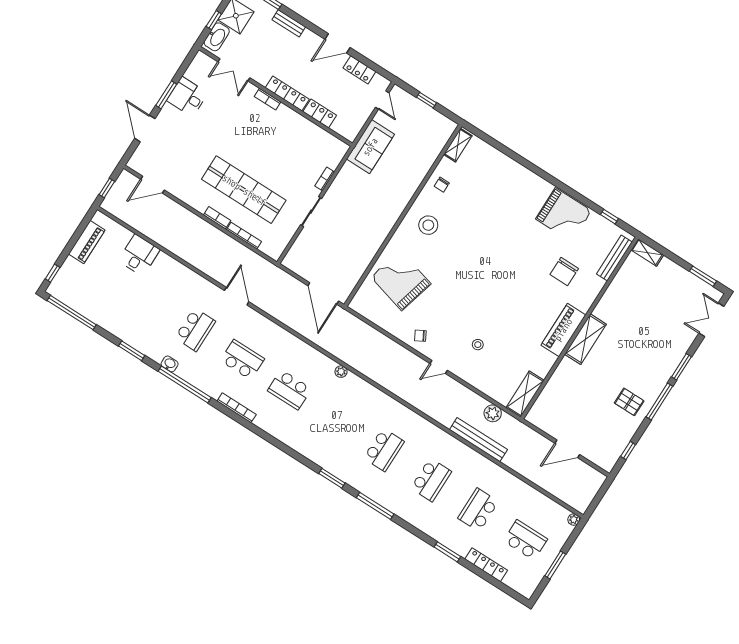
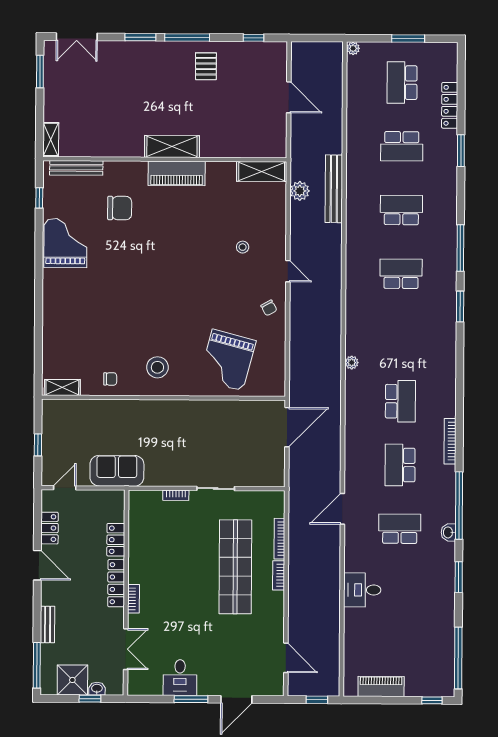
washbasin: (217, 37) -> (97, 689), width x0.52, depth x0.69
desk: (139, 255) -> (362, 590), moved

